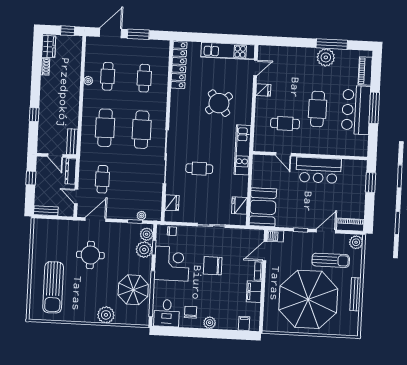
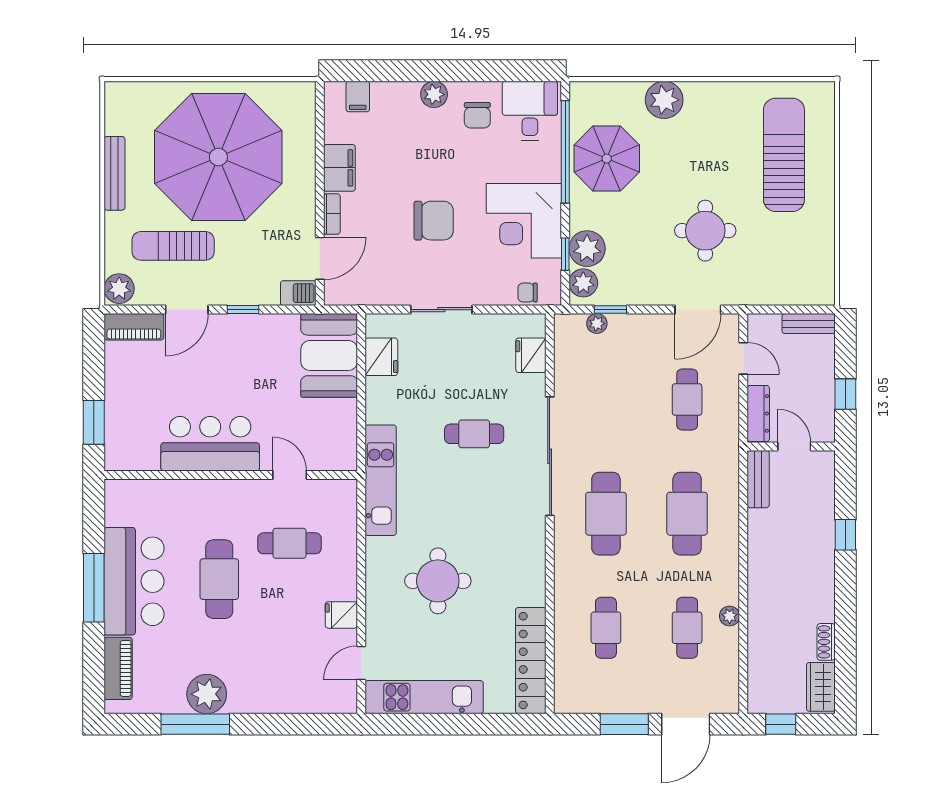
round table: (219, 103) -> (438, 581), turned 38

